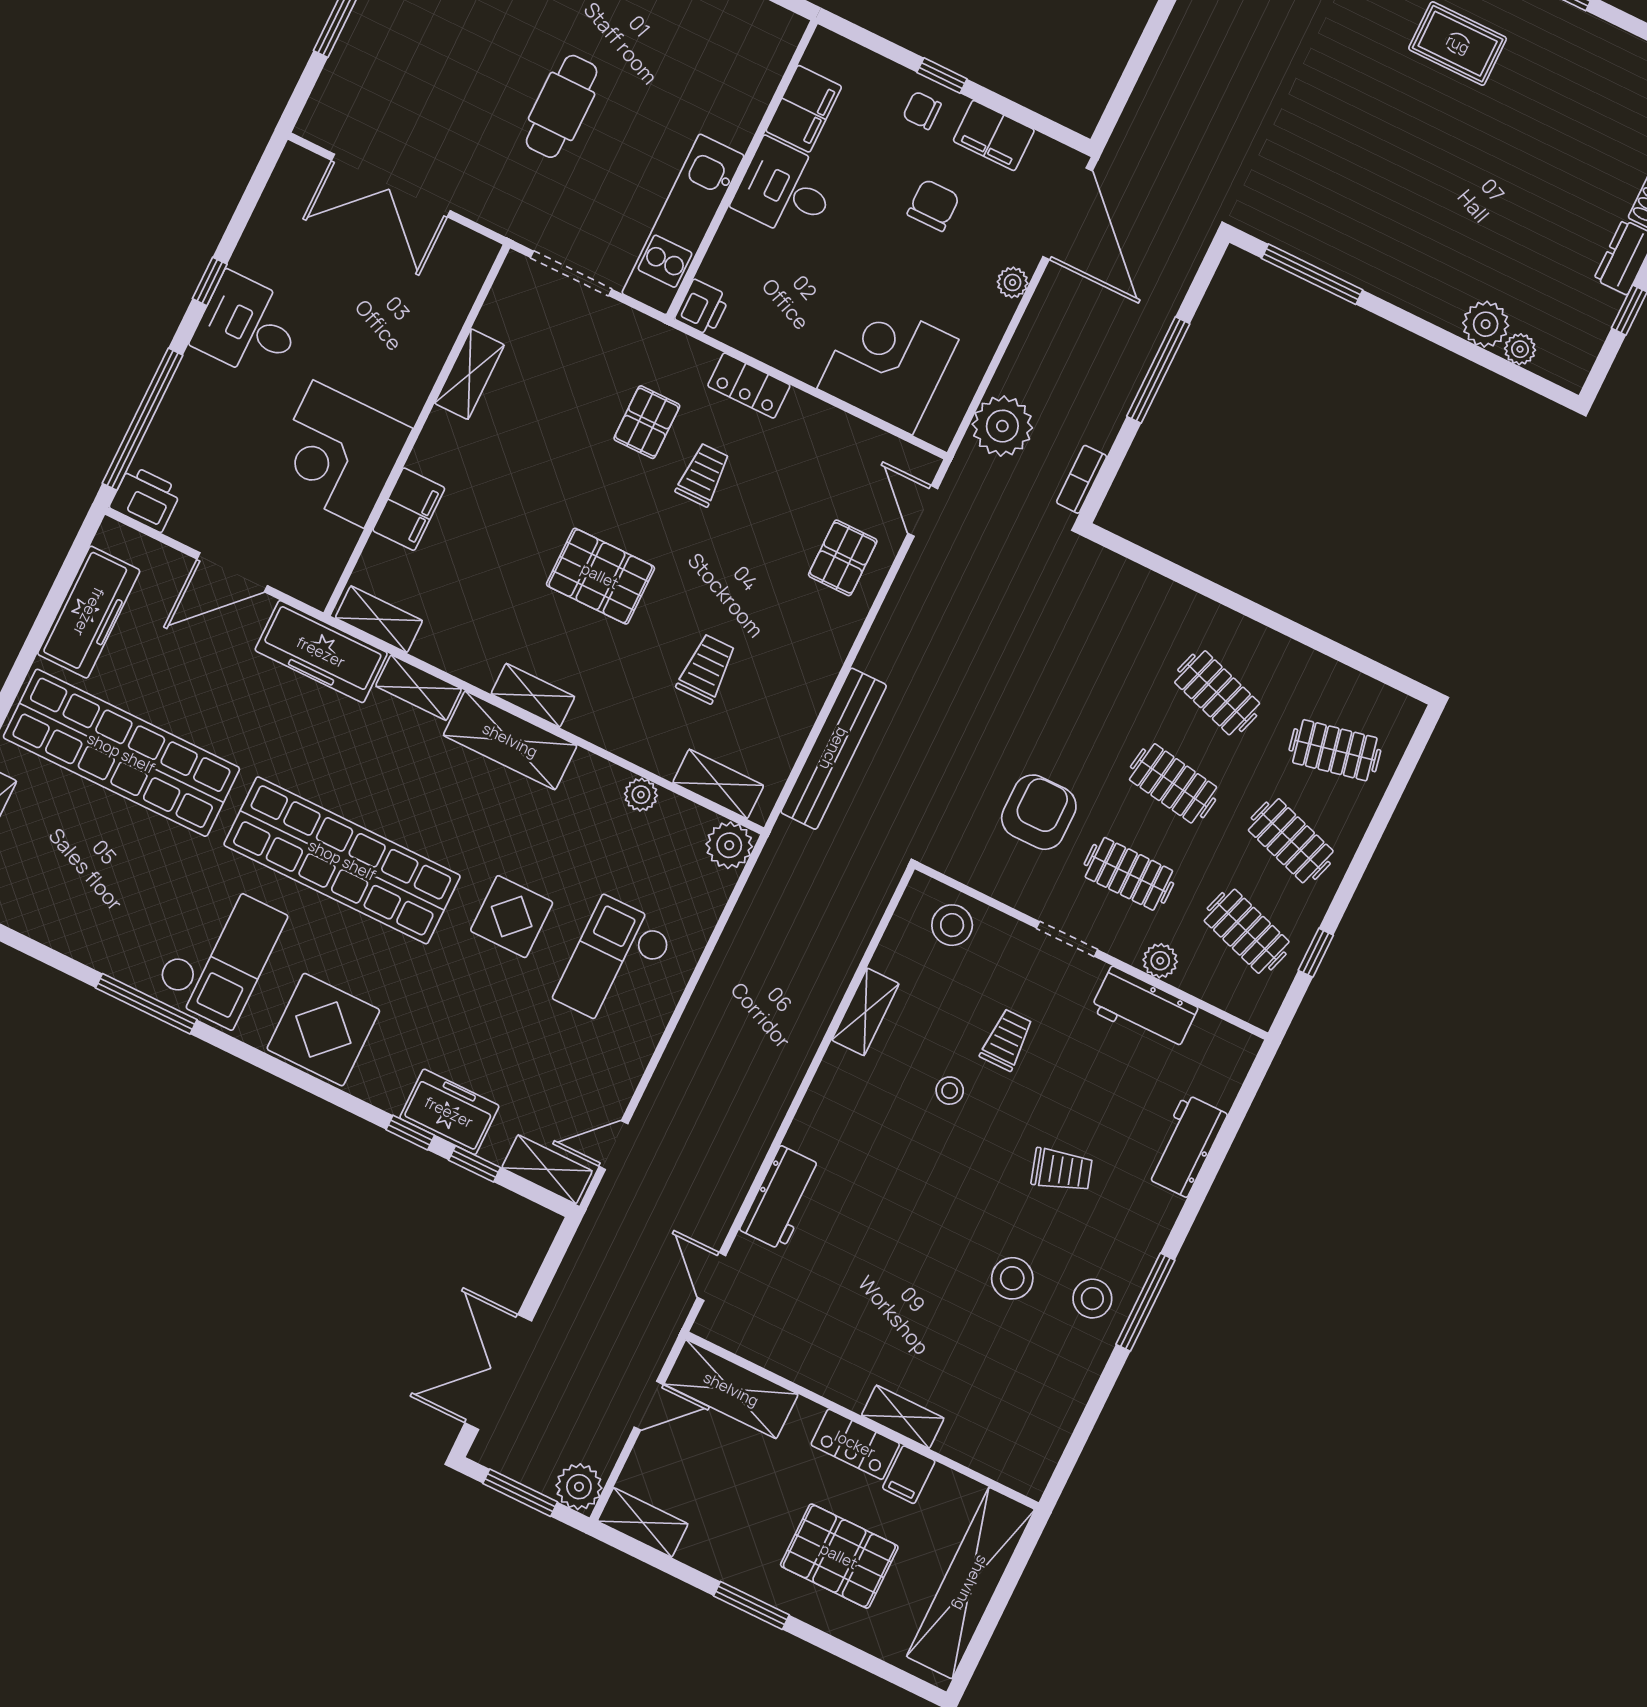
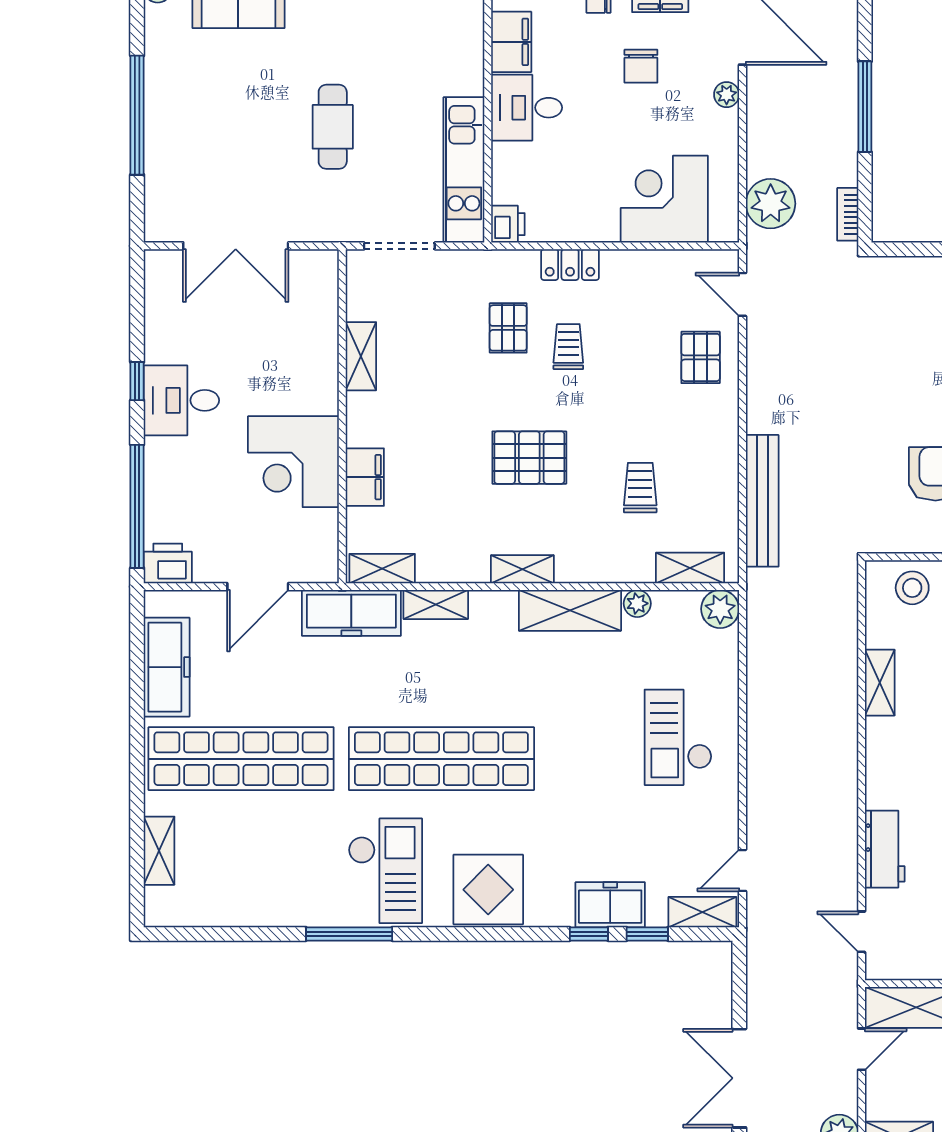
chair: (933, 205) -> (641, 66), turned 180
shelving: (510, 740) -> (570, 610), moved
display table: (512, 917) -> (586, 739), removed

